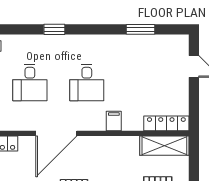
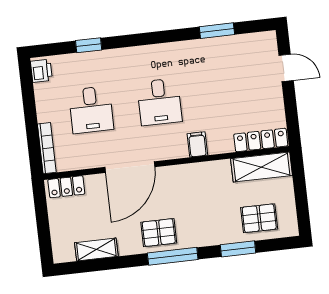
window: (54, 29) -> (89, 45), moved

